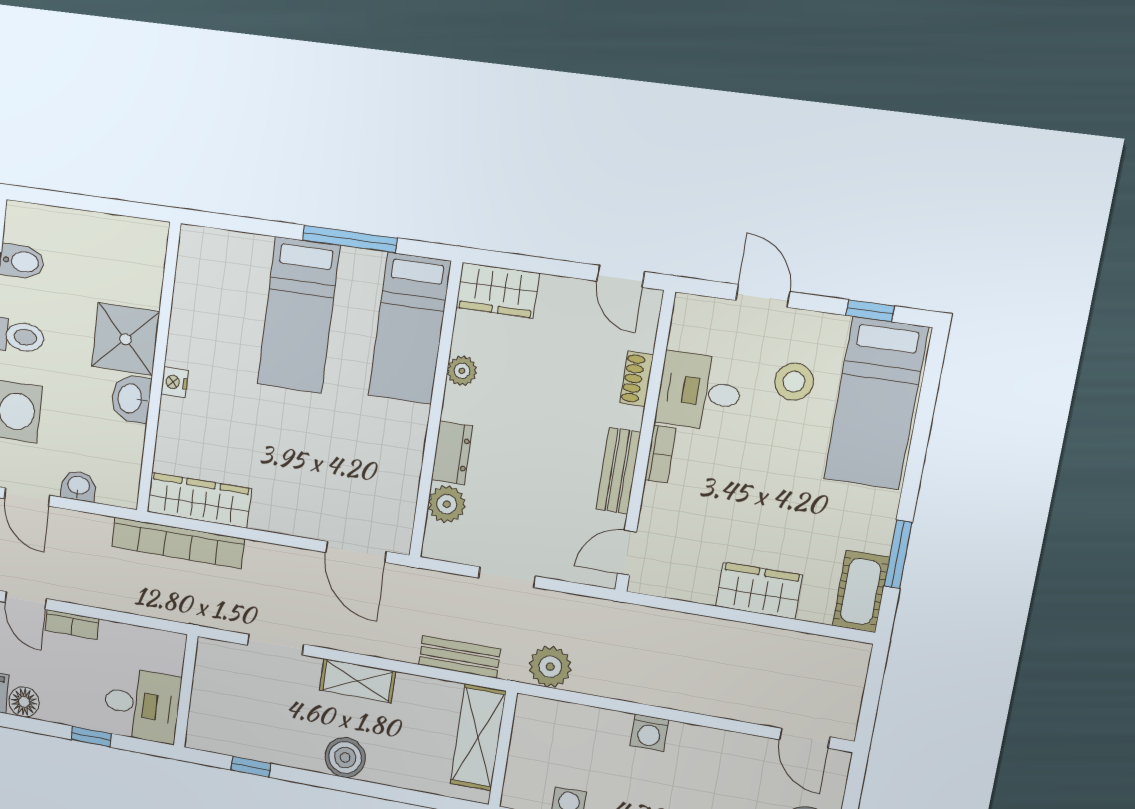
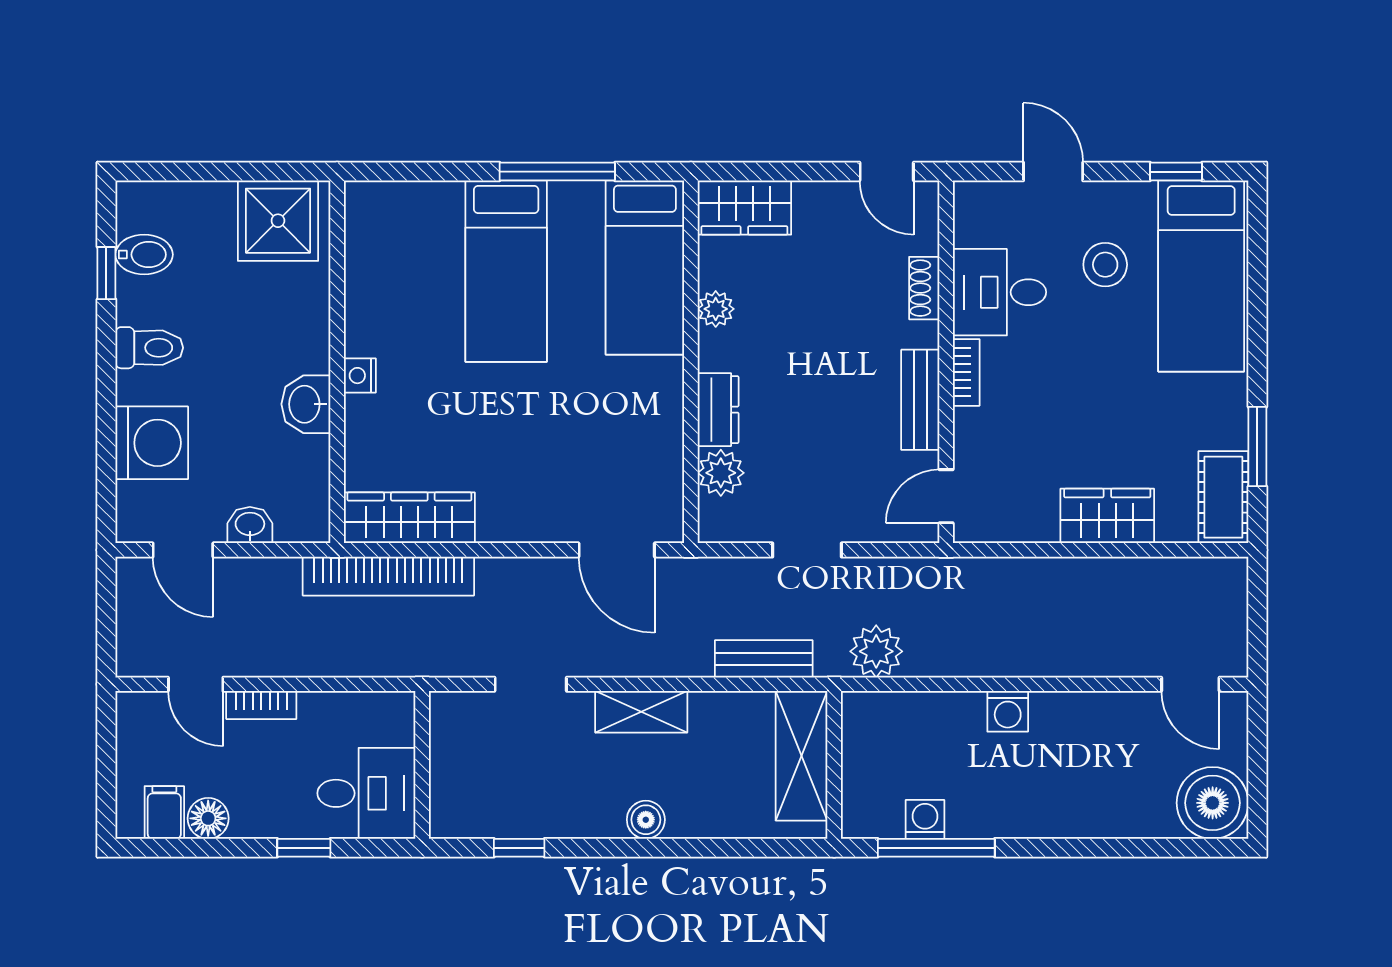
shower: (125, 339) -> (278, 221), moved
boiler: (345, 757) -> (646, 820), width x0.73, depth x0.73

